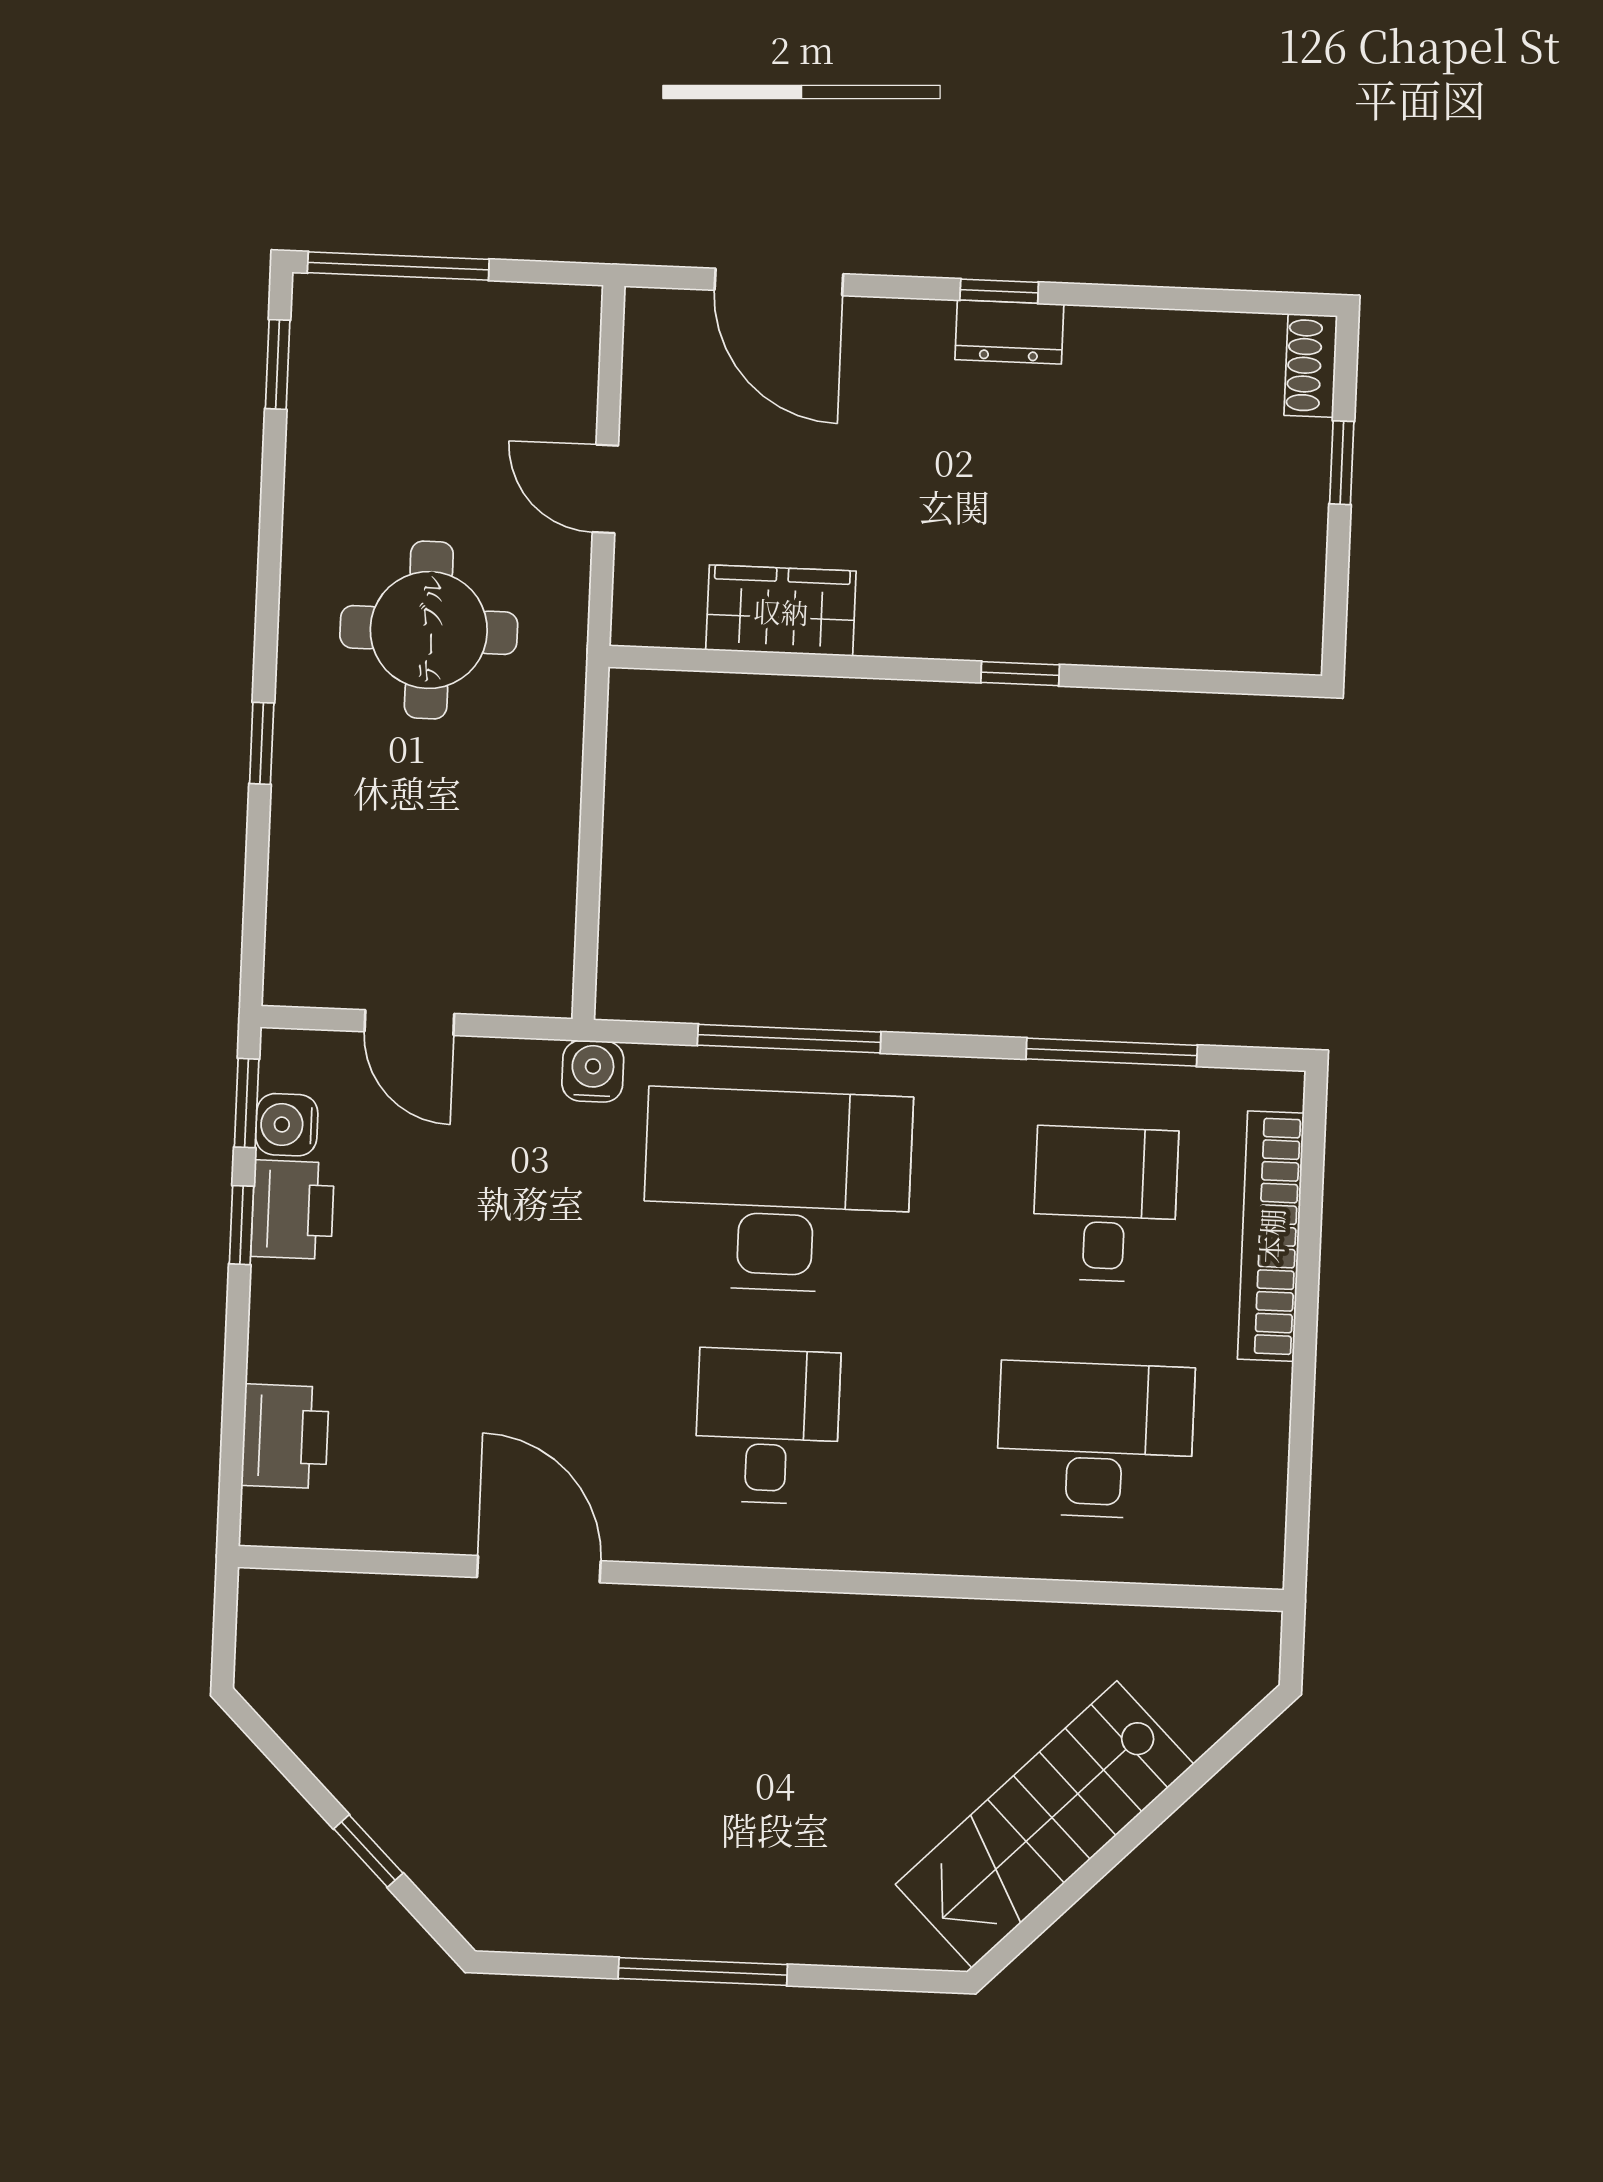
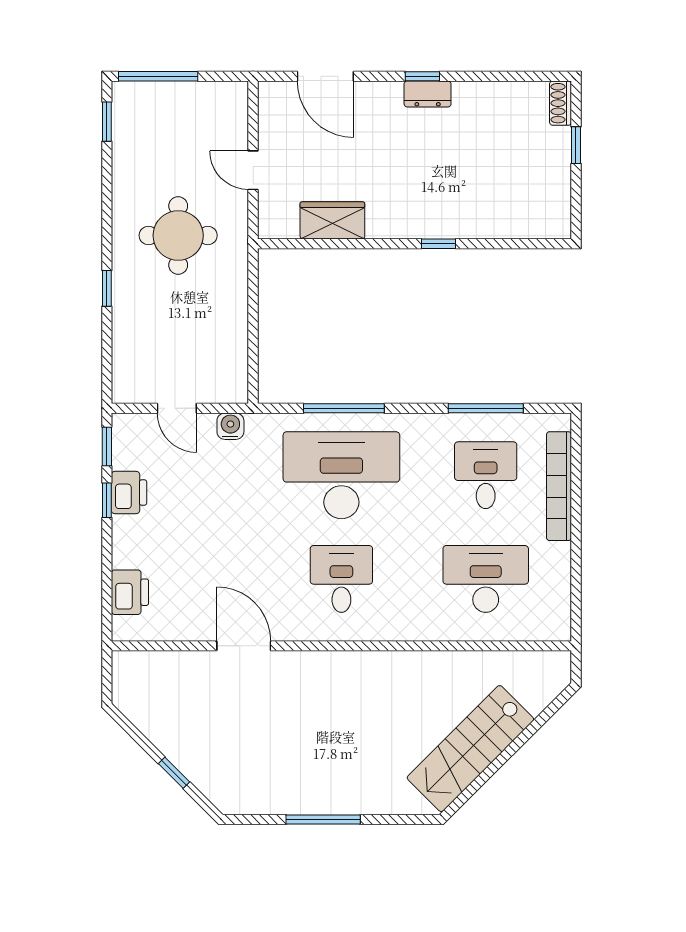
water cooler: (593, 1071) -> (230, 426), moved
water cooler: (287, 1125) -> (125, 455), removed

